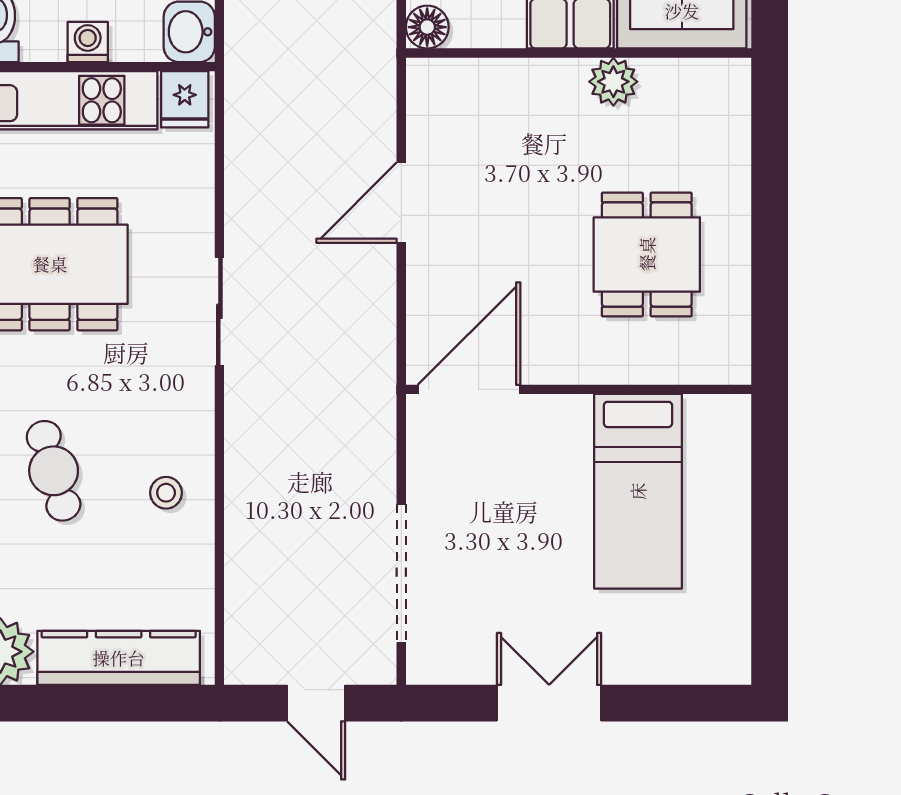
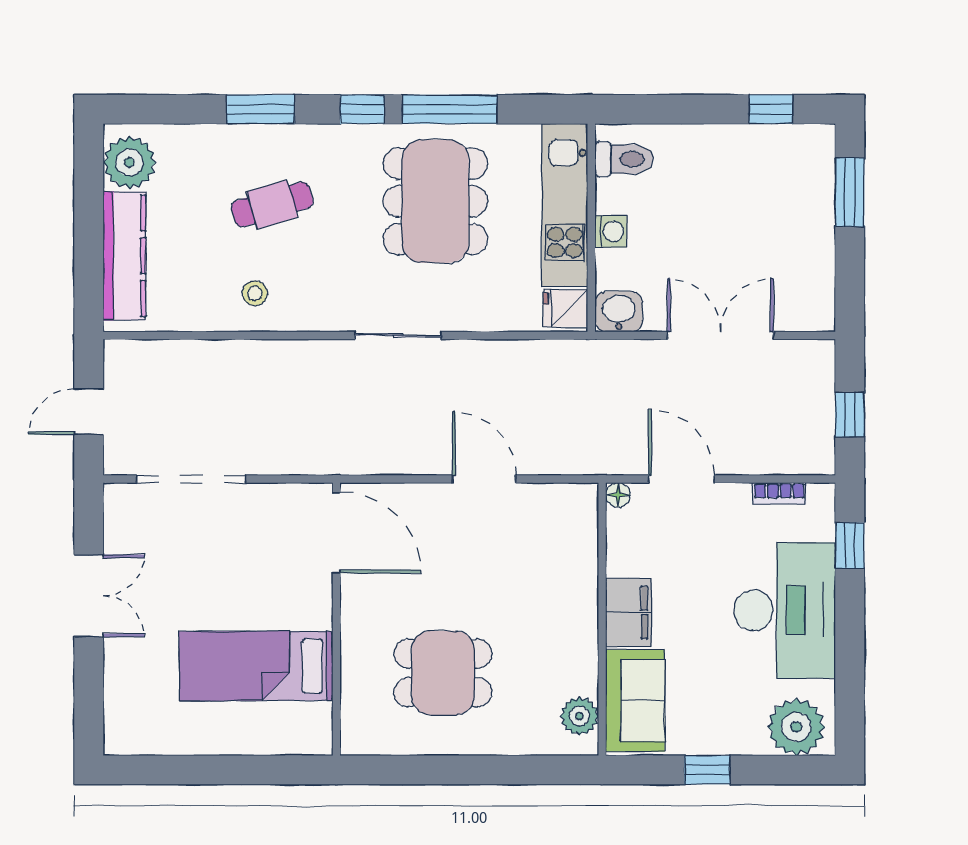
floor lamp: (427, 27) -> (618, 495), width x0.73, depth x0.73
plant: (613, 82) -> (579, 716), moved

